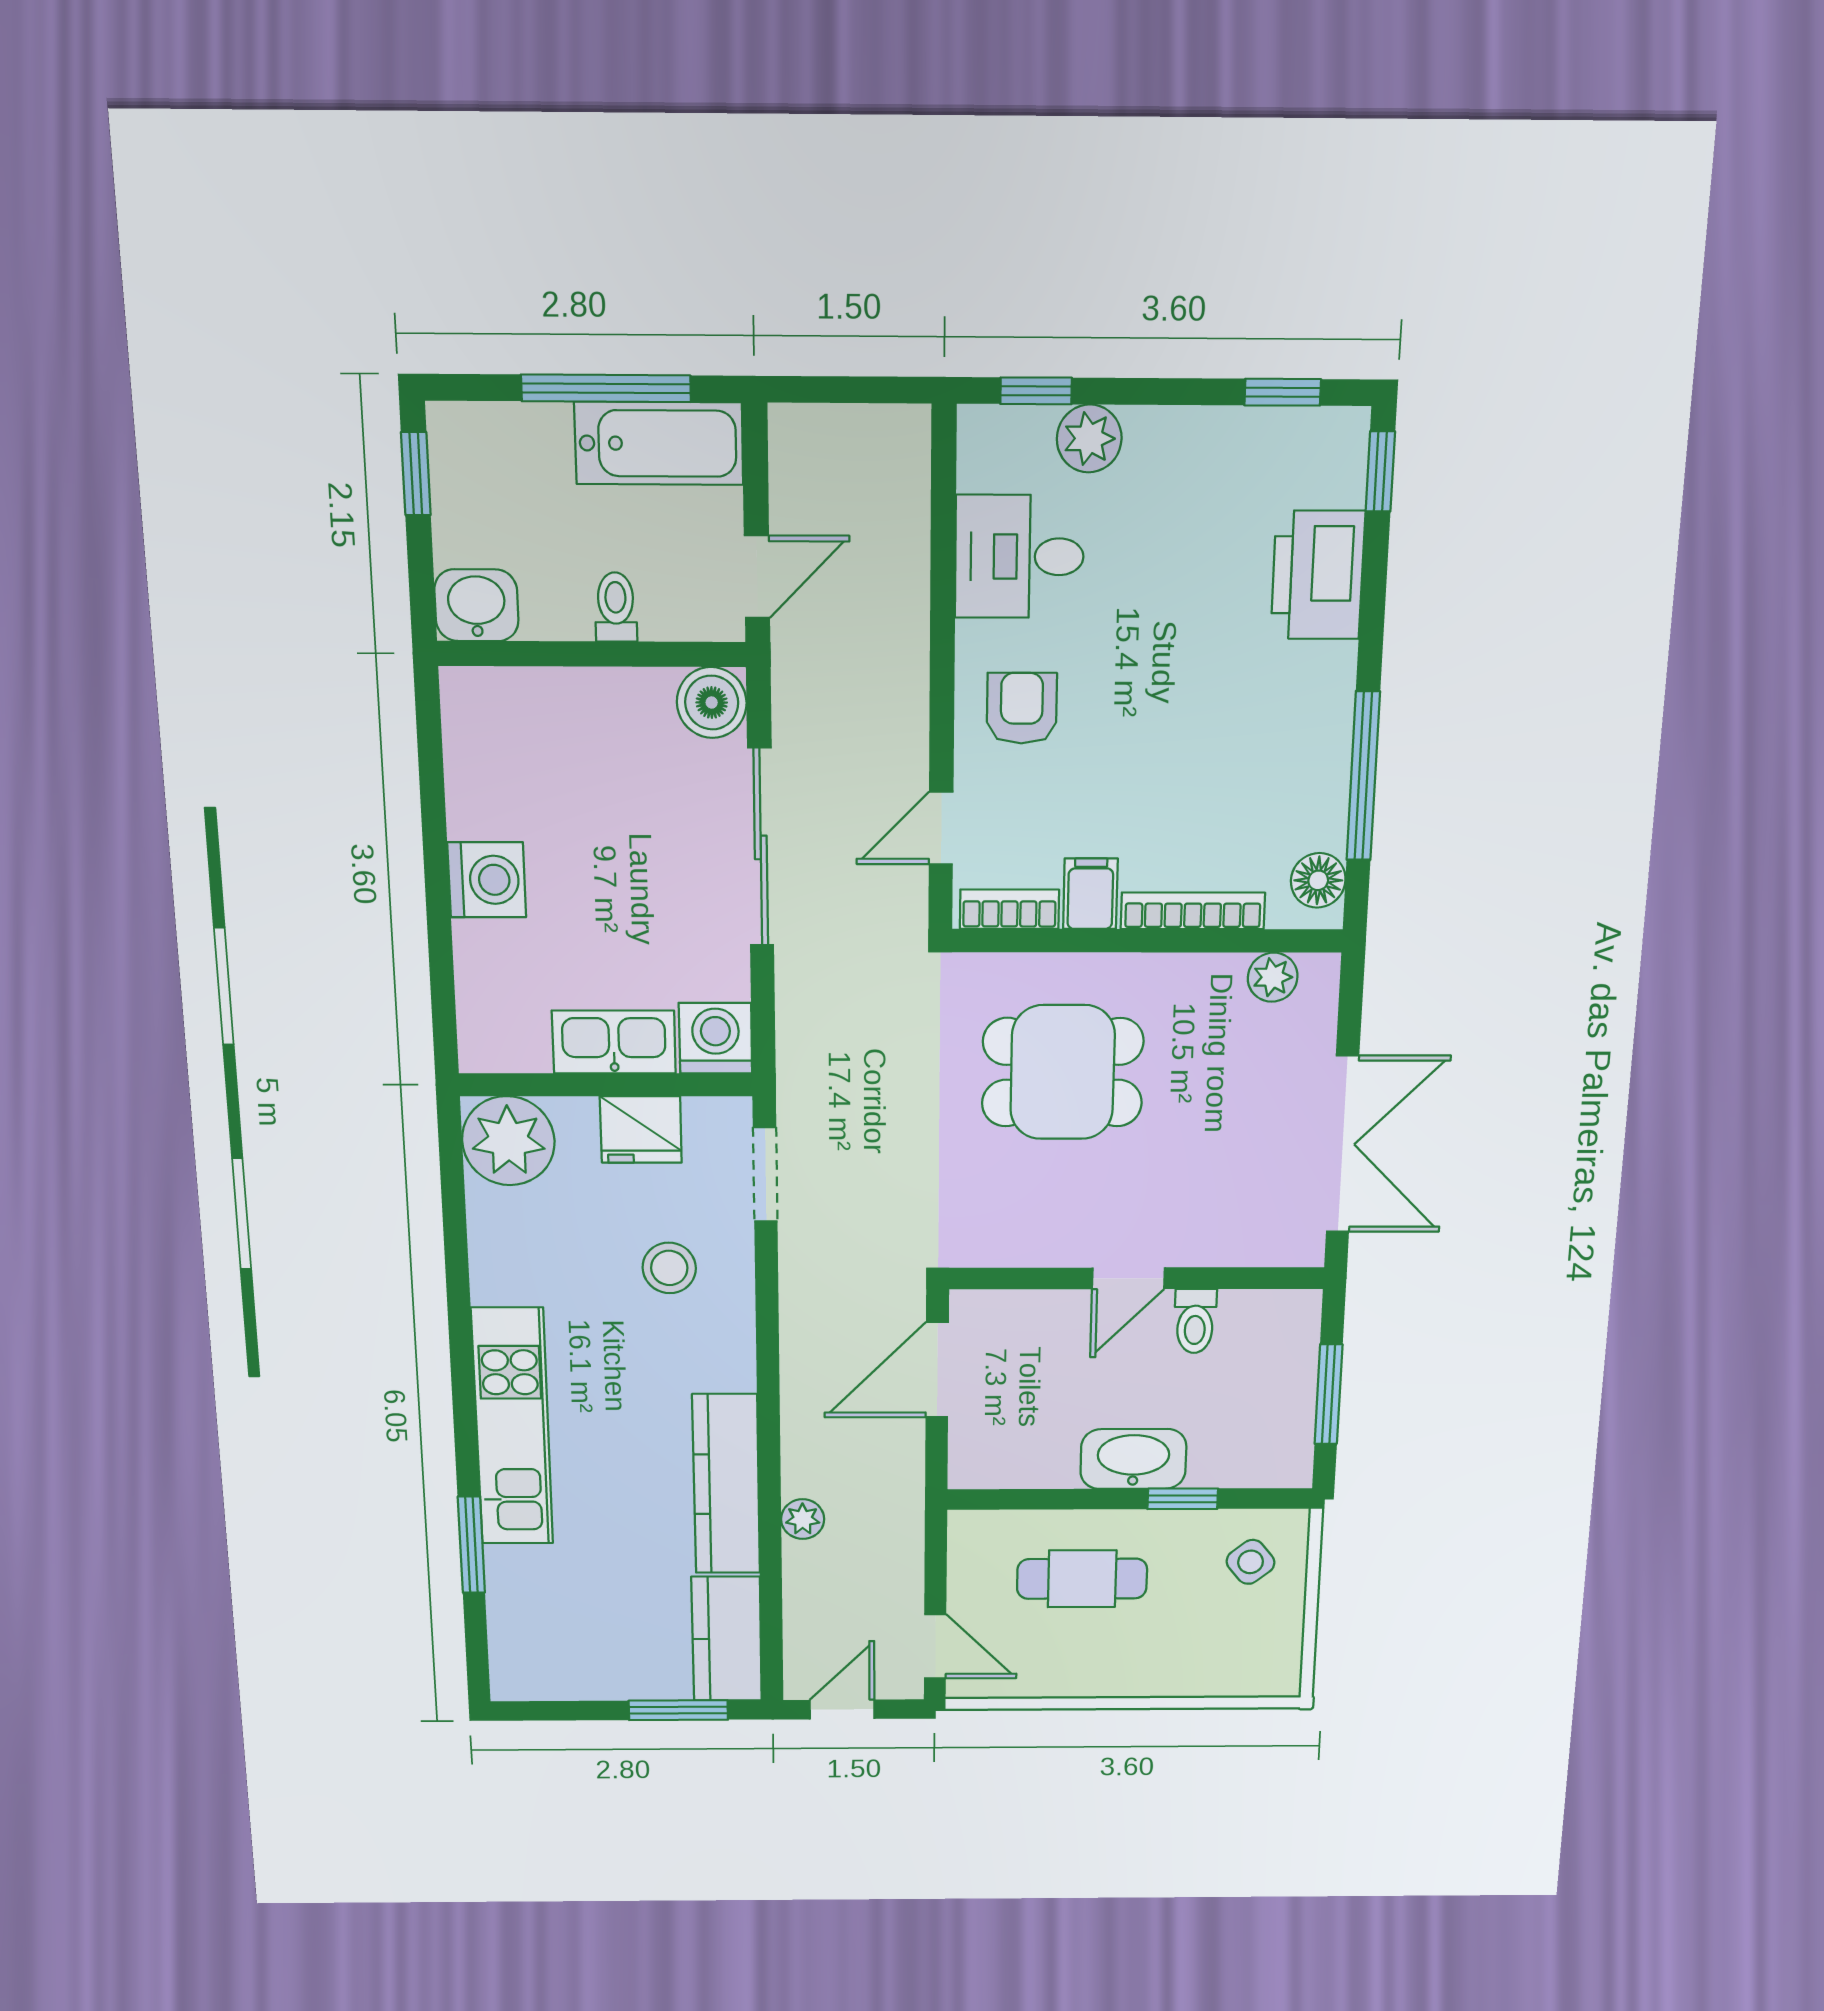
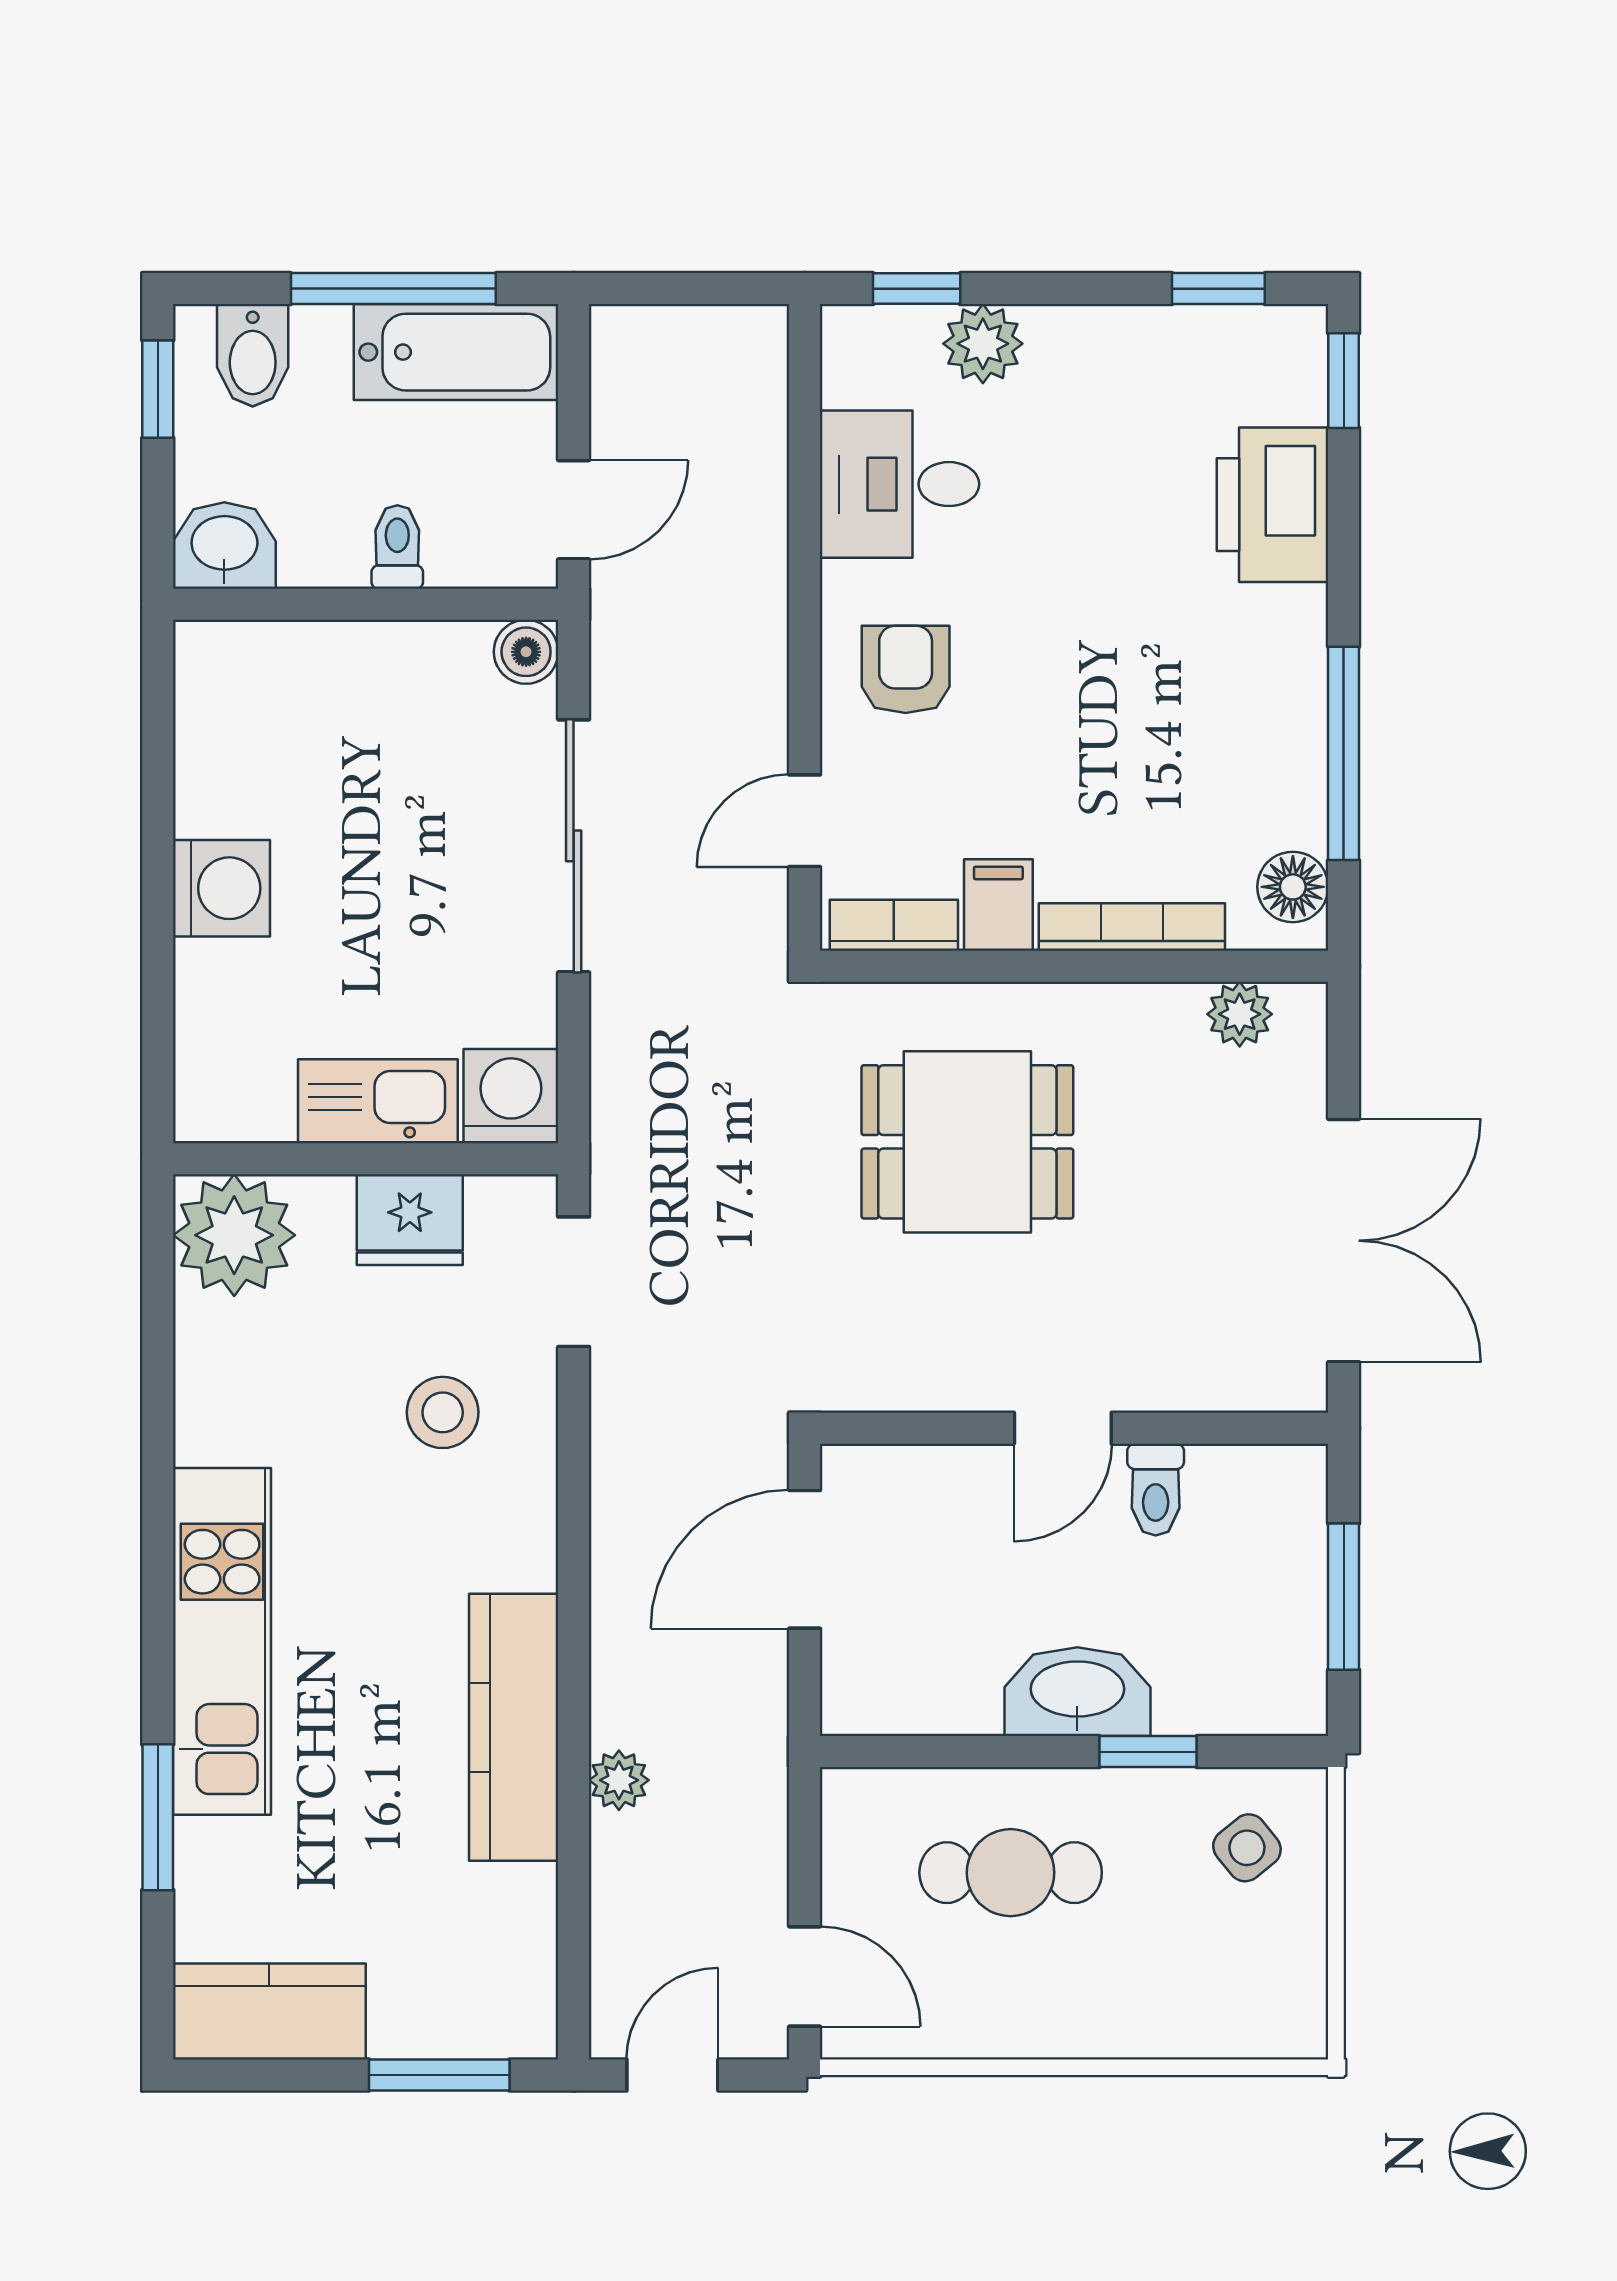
bidet: (492, 445) -> (253, 355), added
boiler: (712, 703) -> (526, 652), width x0.73, depth x0.73
kitchen counter: (727, 1639) -> (269, 2011), moved, turned 90

